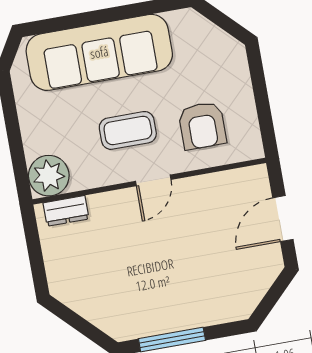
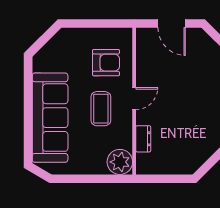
door: (153, 180) -> (134, 99), hinge flipped
dresser: (66, 211) -> (143, 139), moved

